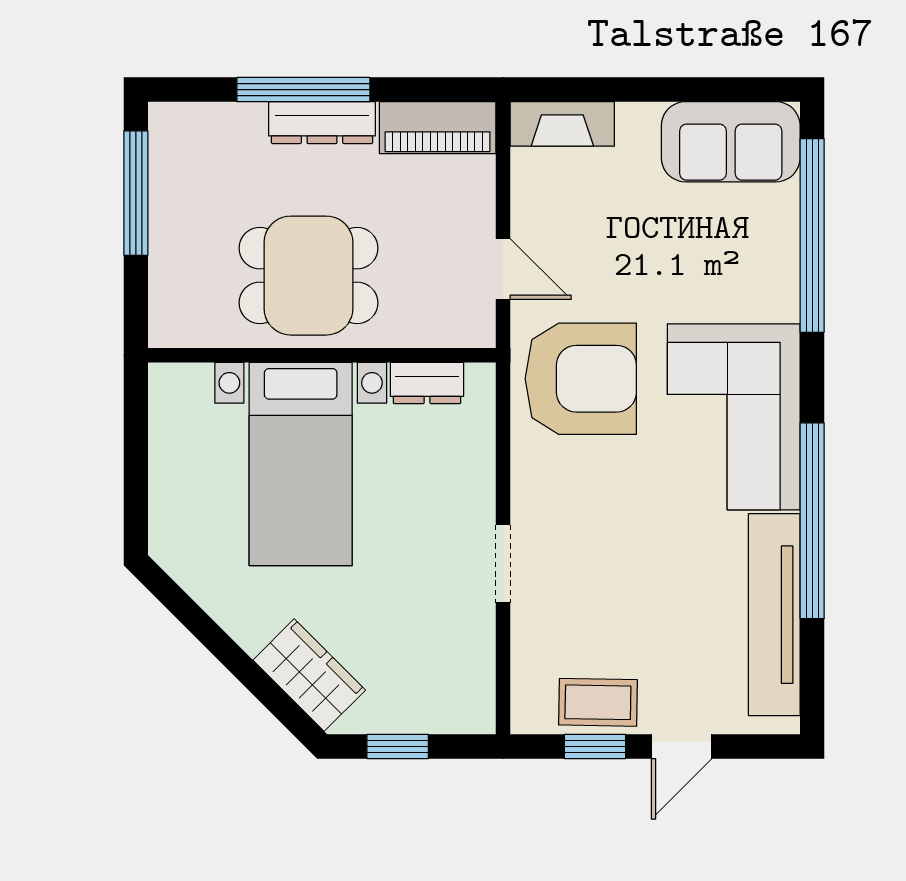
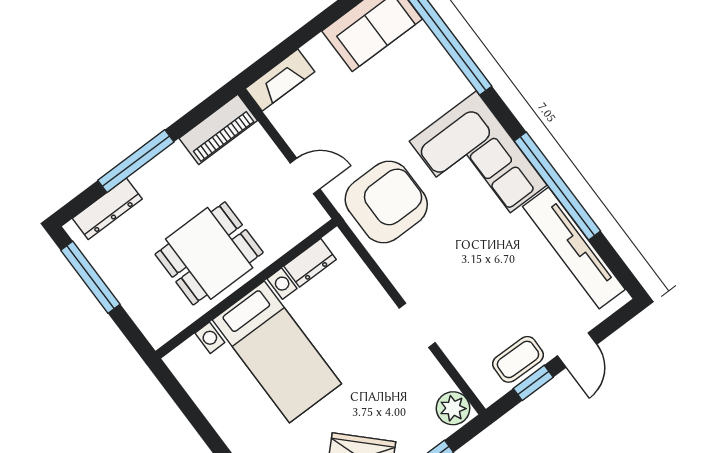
dresser: (322, 123) -> (107, 209), moved
plant: (470, 702) -> (453, 408), added

